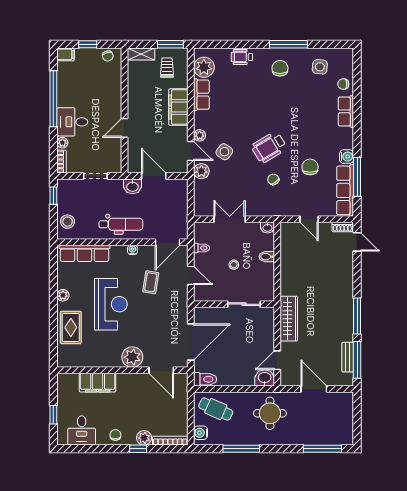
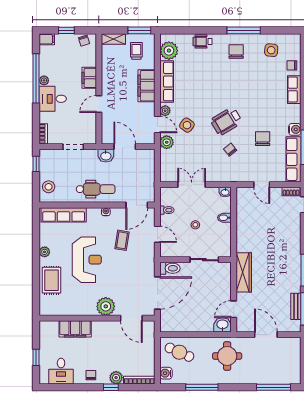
row of seats: (201, 95) -> (167, 82), width x1.48
filing cabinet: (114, 98) -> (89, 78), added
plant: (62, 143) -> (44, 80), moved
toilet: (205, 379) -> (170, 268), moved

